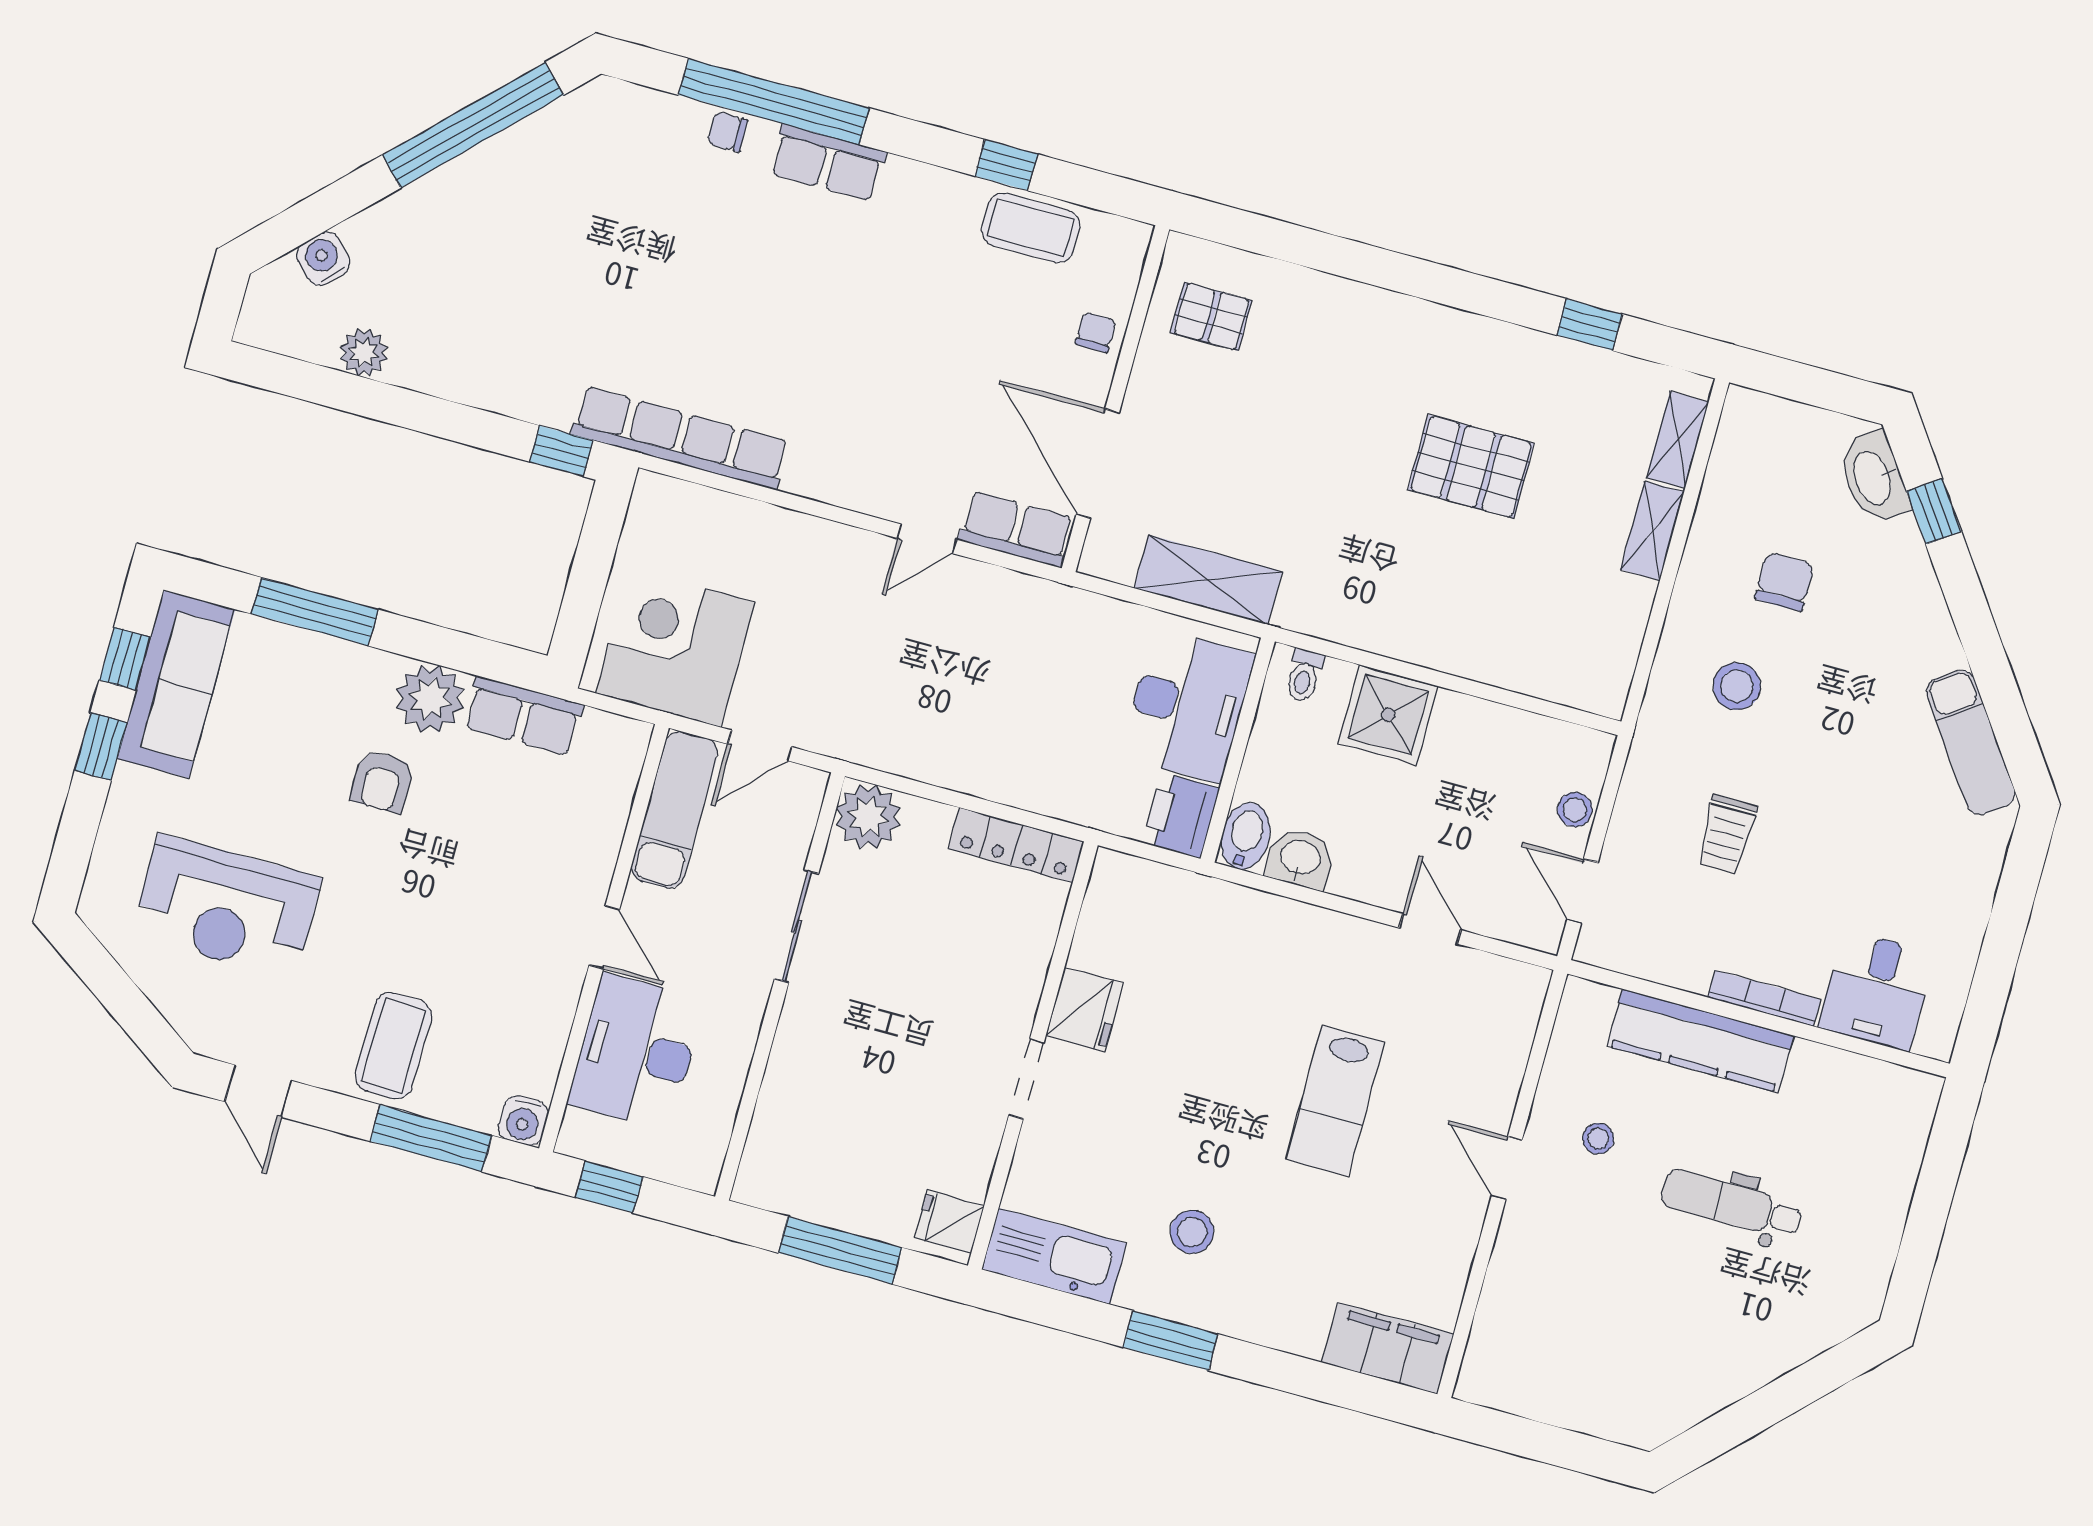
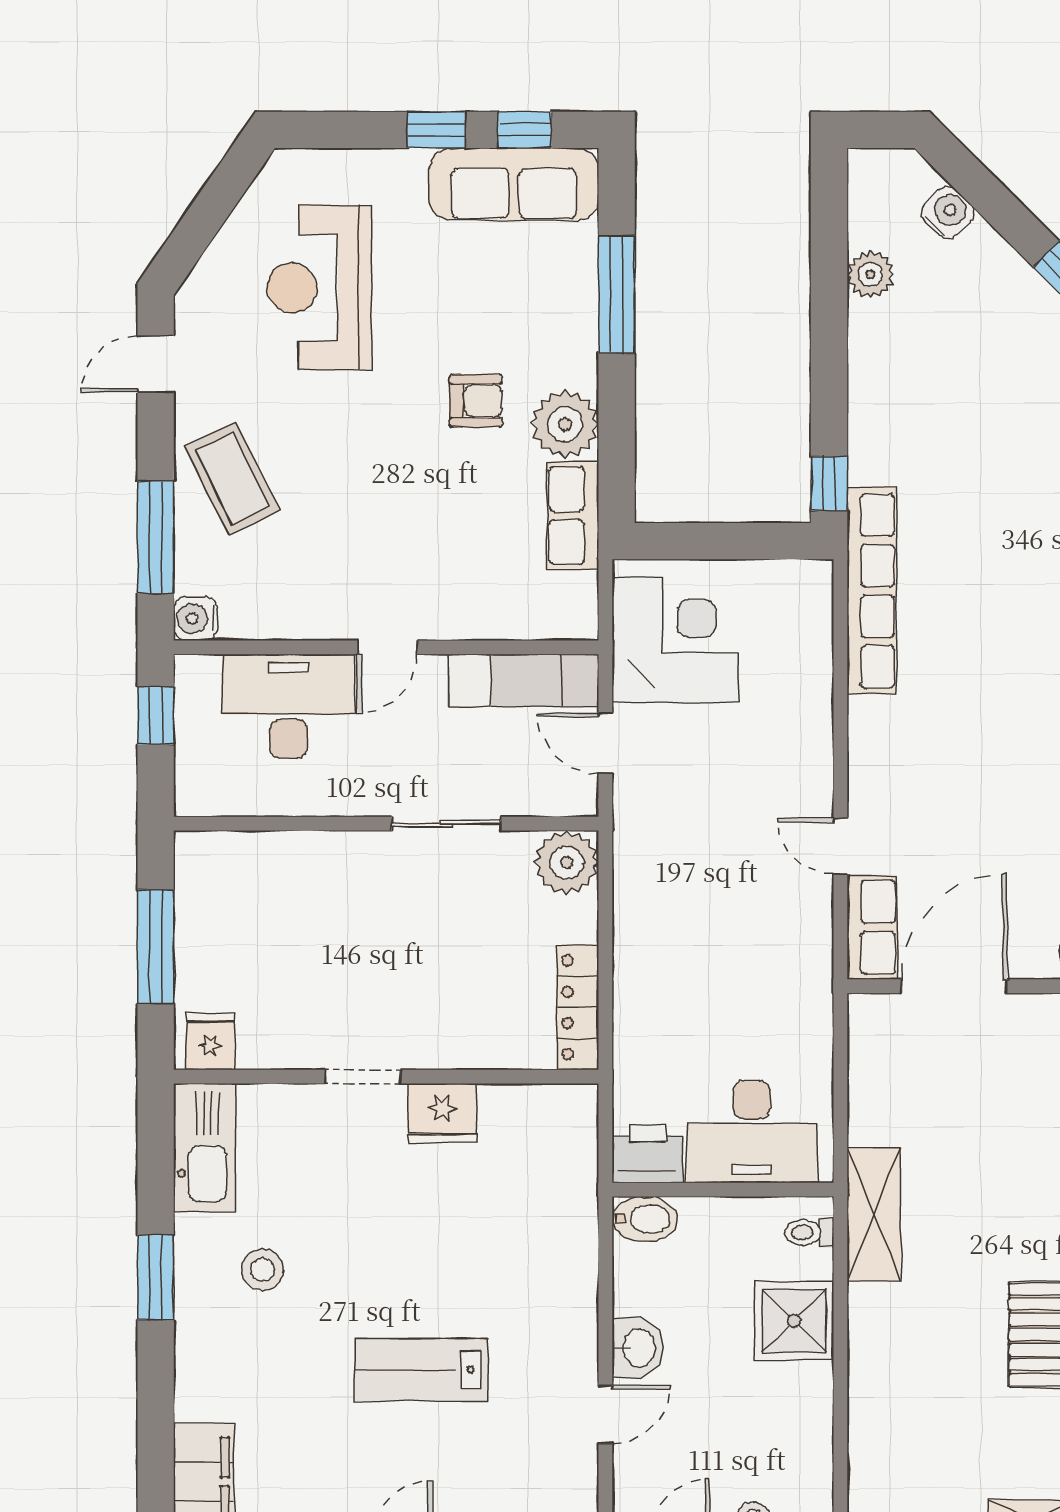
shelving: (1208, 580) -> (874, 1214), moved
armchair: (382, 781) -> (476, 401), turned 180
washbasin: (1300, 859) -> (638, 1348), moved
coffee table: (393, 1046) -> (232, 479), turned 63

